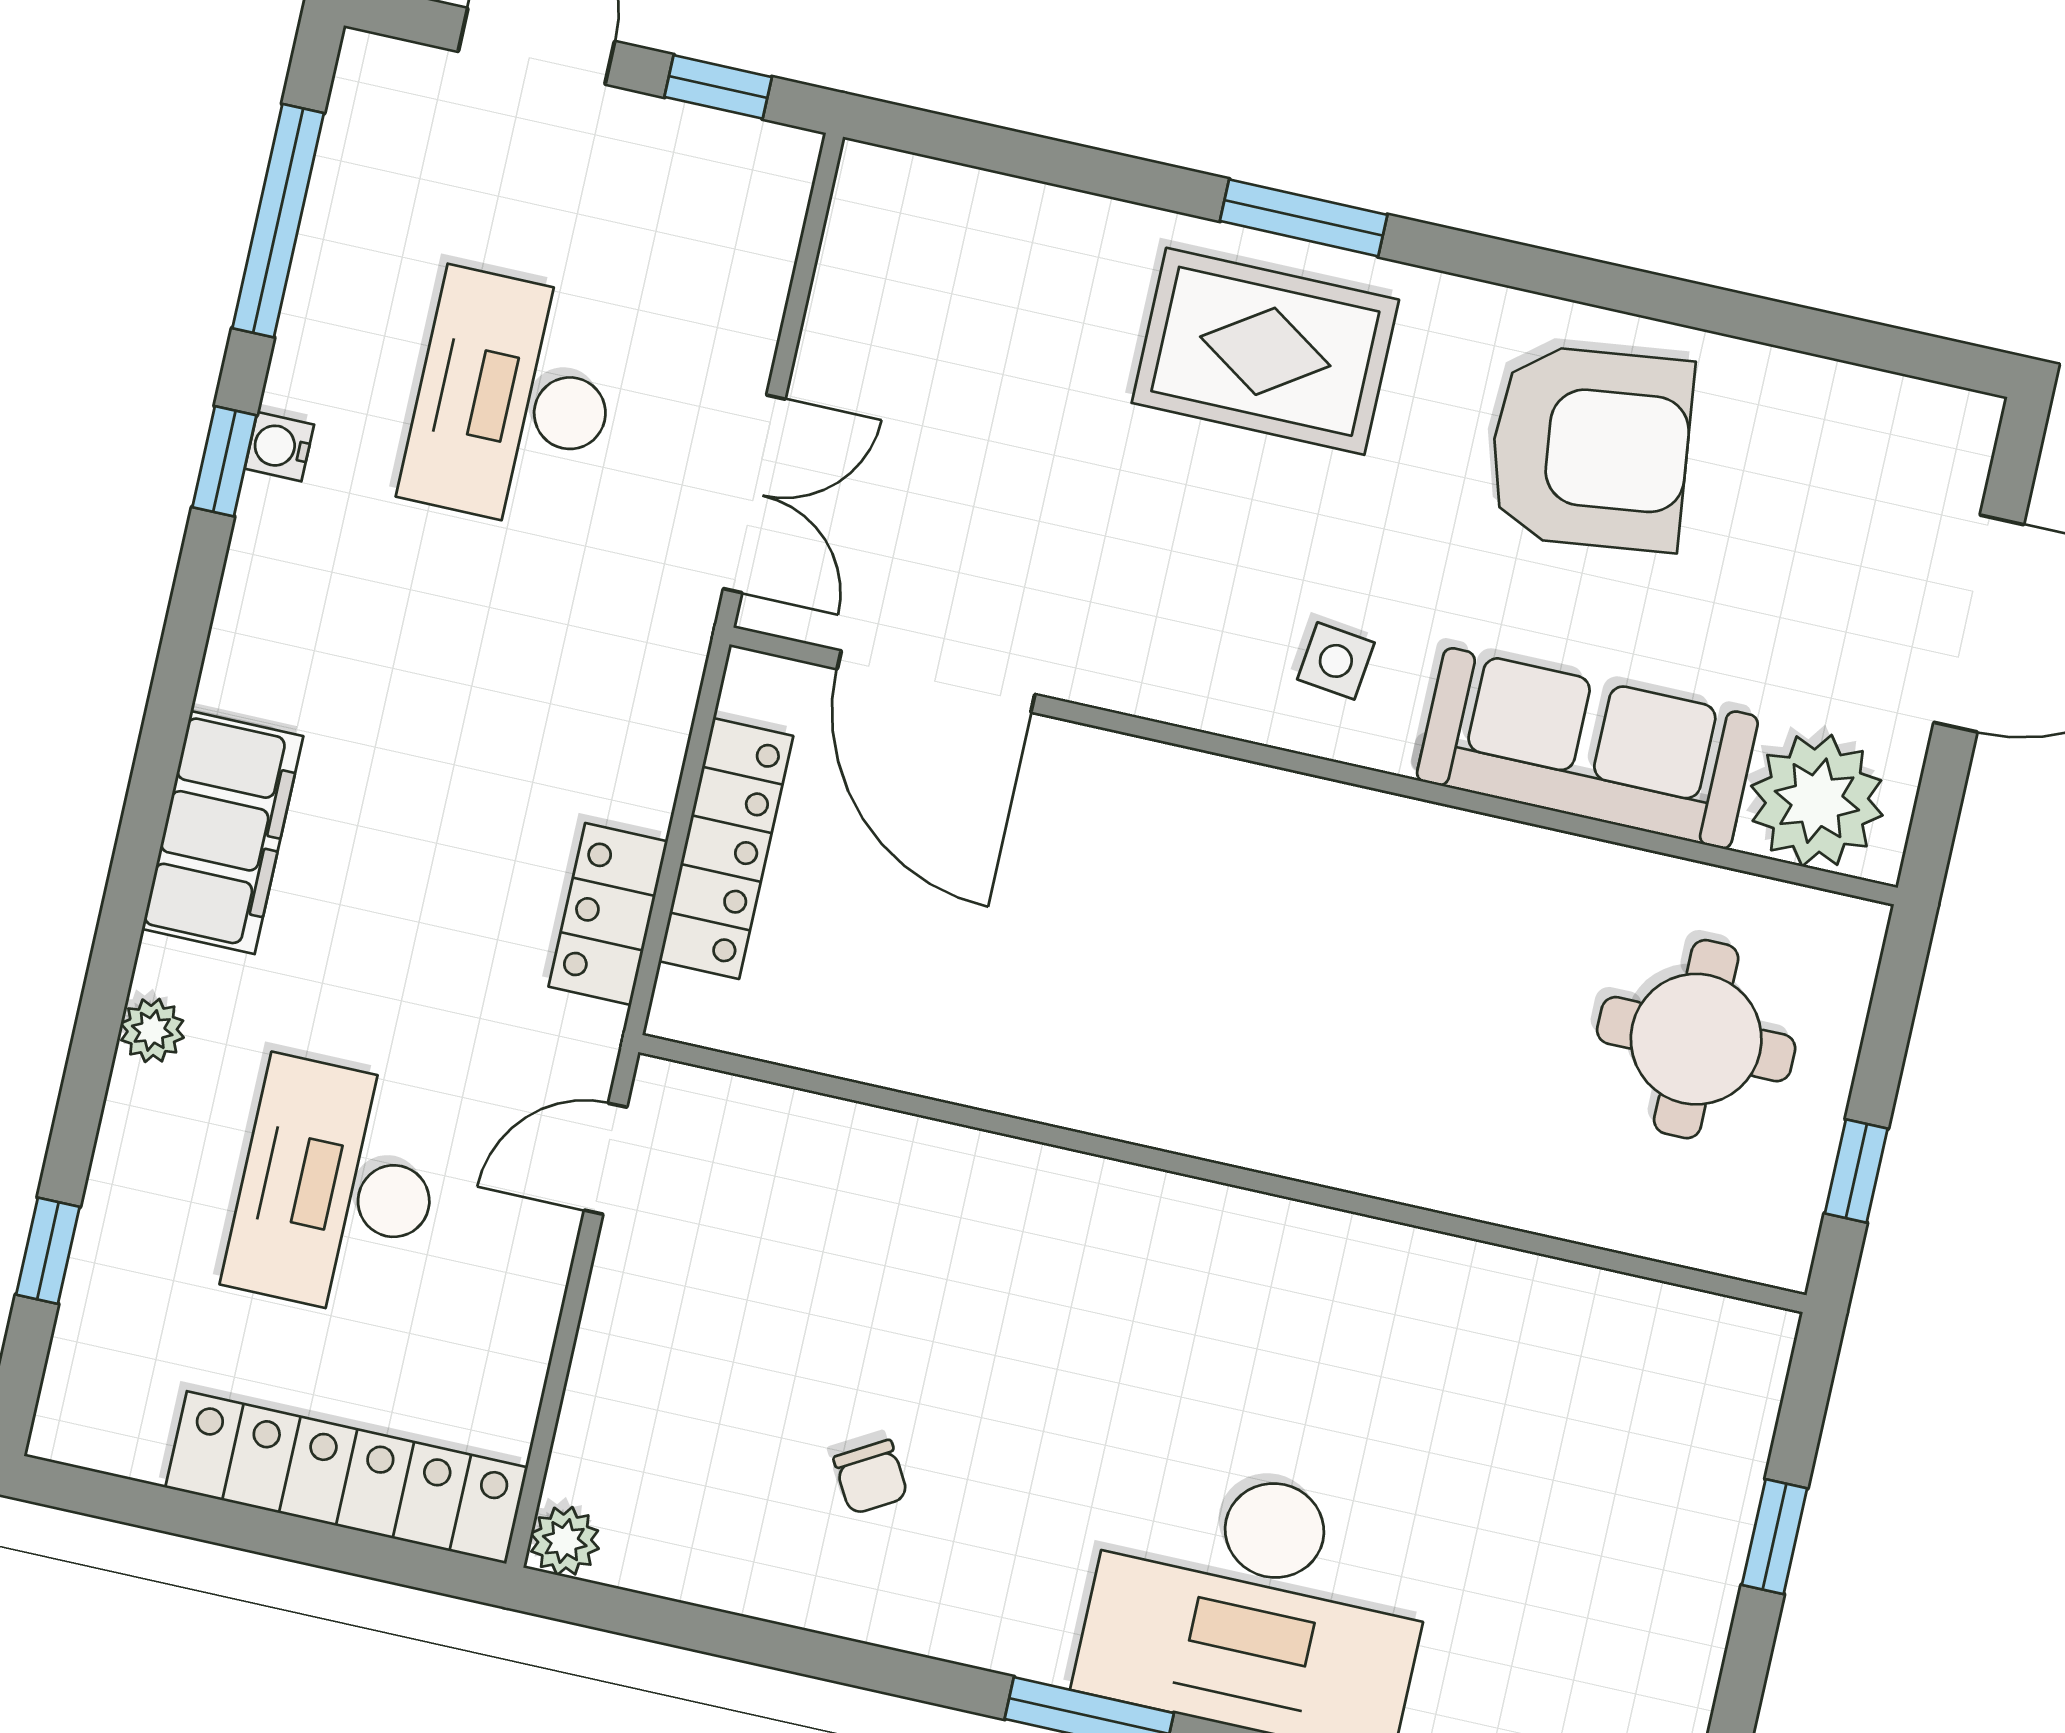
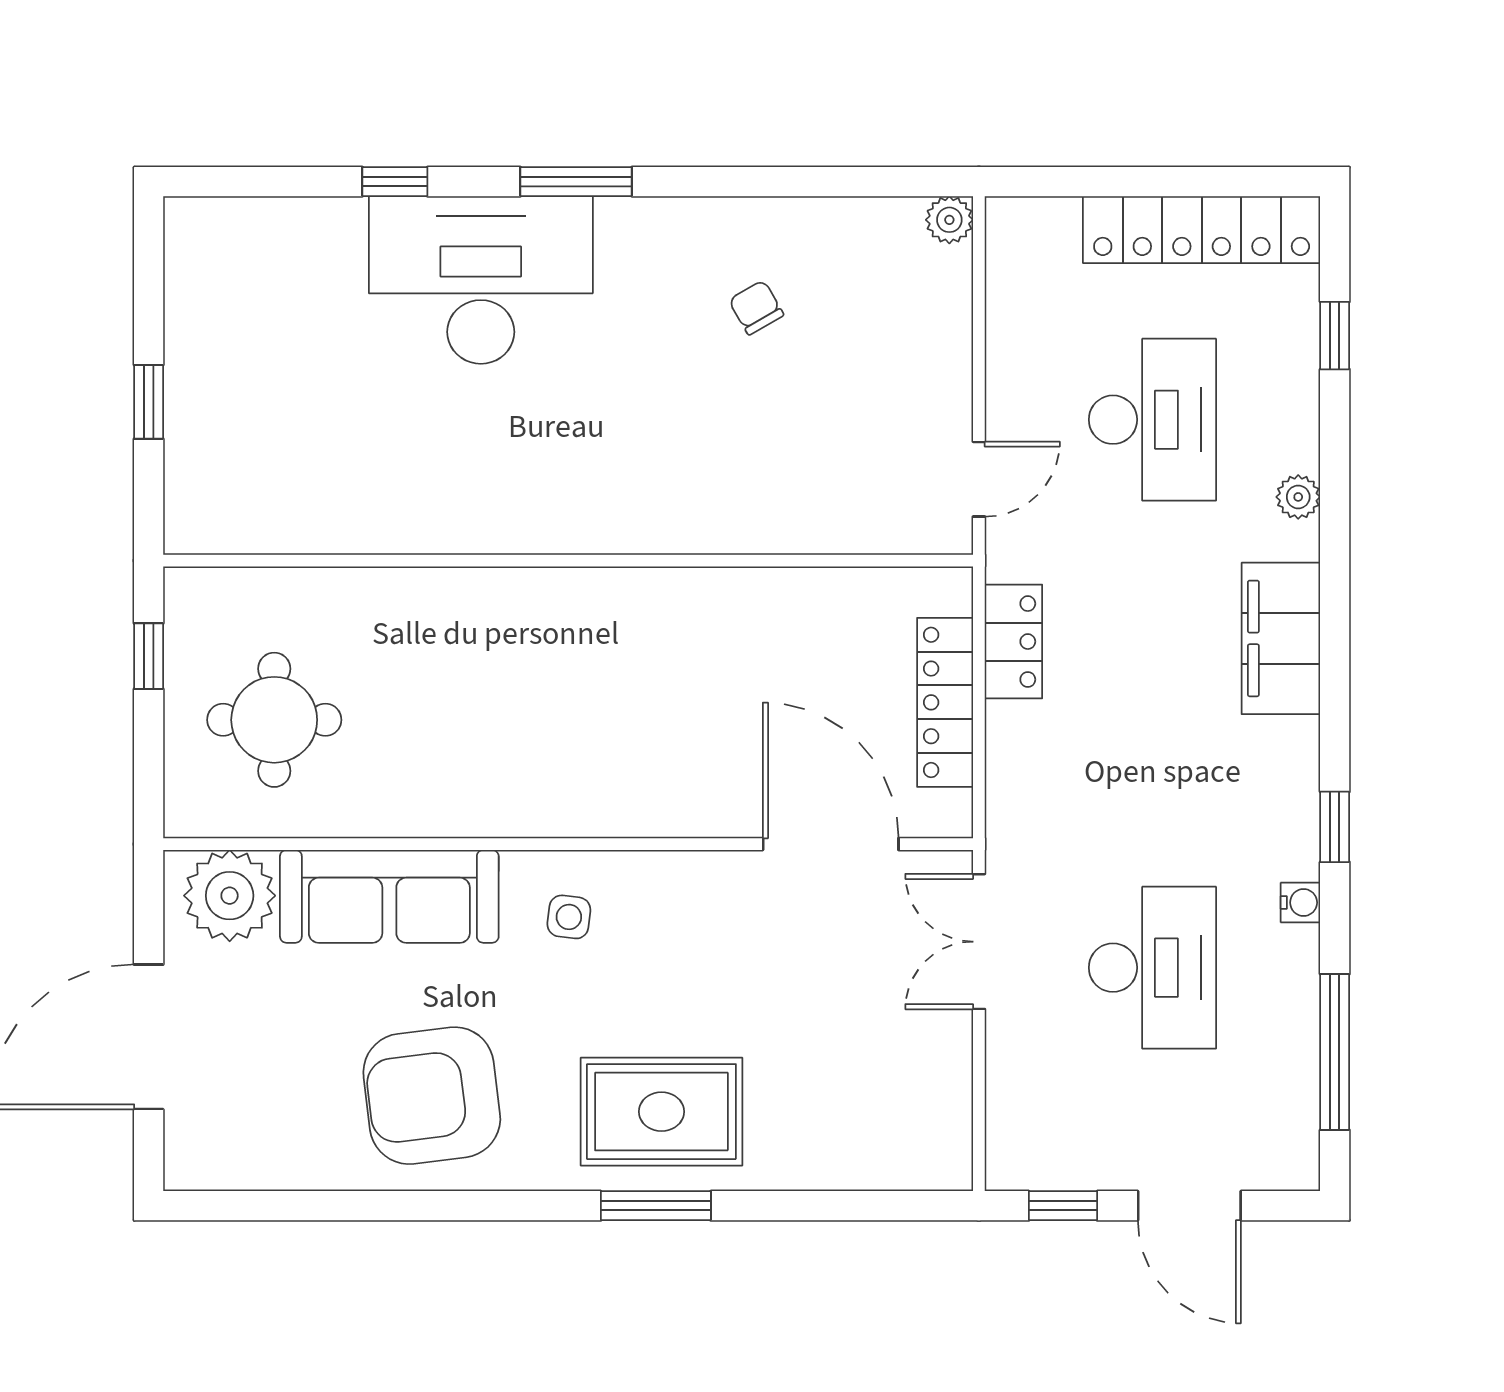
window: (224, 461) -> (1335, 827), moved
locker: (347, 1477) -> (1202, 230), moved

